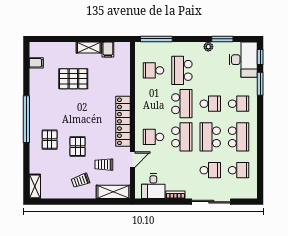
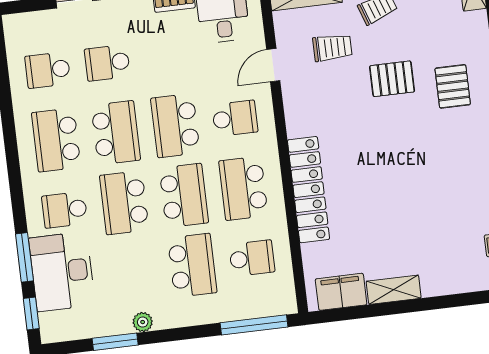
filing cabinet: (108, 50) -> (341, 292), width x2.00
desk: (243, 60) -> (62, 272), moved
pallet: (73, 79) -> (418, 220), removed
school desk: (153, 104) -> (243, 188), added
school desk: (182, 104) -> (184, 195), turned 180
school desk: (210, 104) -> (124, 203), width x1.85
locker: (123, 121) -> (309, 190), moved
pallet: (78, 147) -> (392, 79), turned 90

